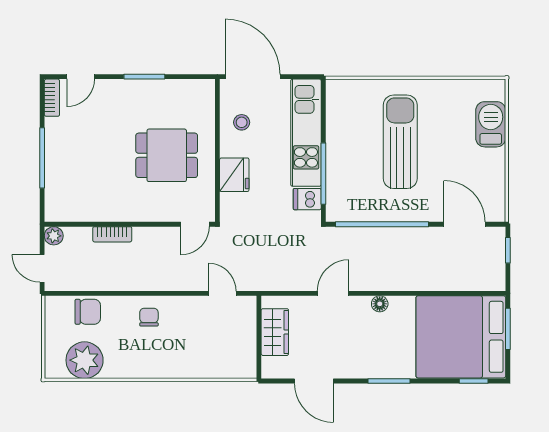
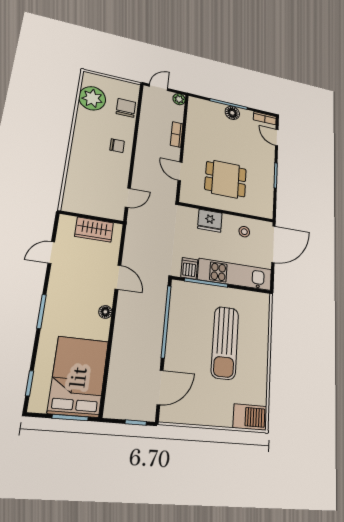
barbecue: (491, 124) -> (250, 417), moved
sun lounger: (400, 142) -> (225, 343), turned 90
floor lamp: (56, 151) -> (232, 113), added
dining table: (167, 155) -> (226, 179), turned 90
door: (195, 224) -> (180, 171), moved
chair: (88, 312) -> (126, 108), turned 180
bed: (461, 337) -> (78, 377), width x0.73
door: (314, 381) -> (51, 253), width x0.73

